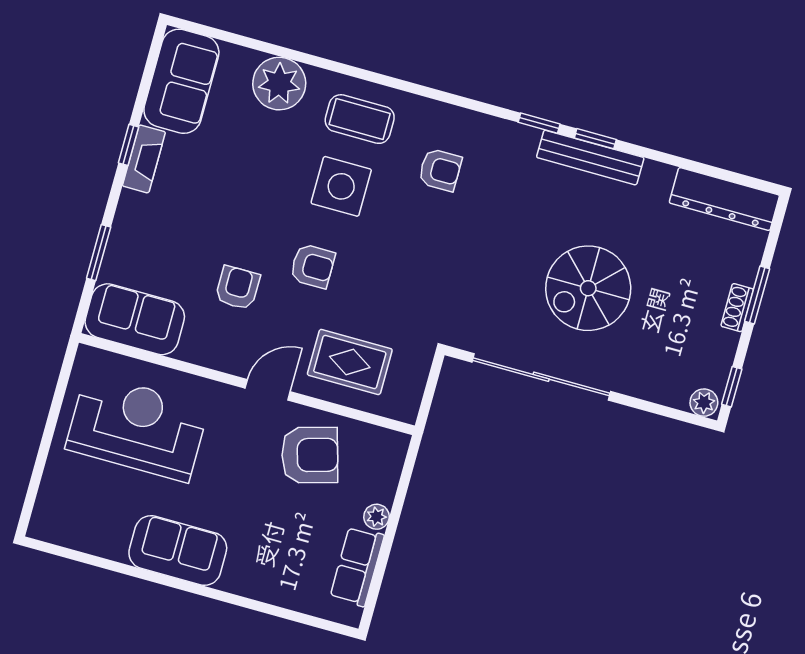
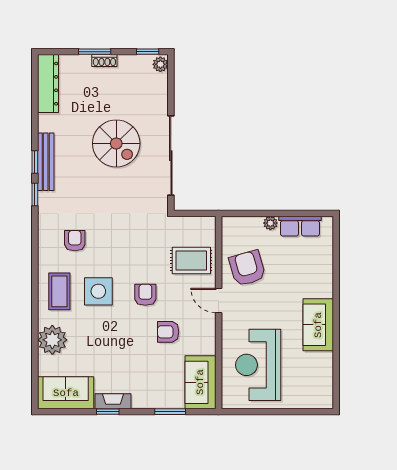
rug: (350, 362) -> (191, 260), turned 90

